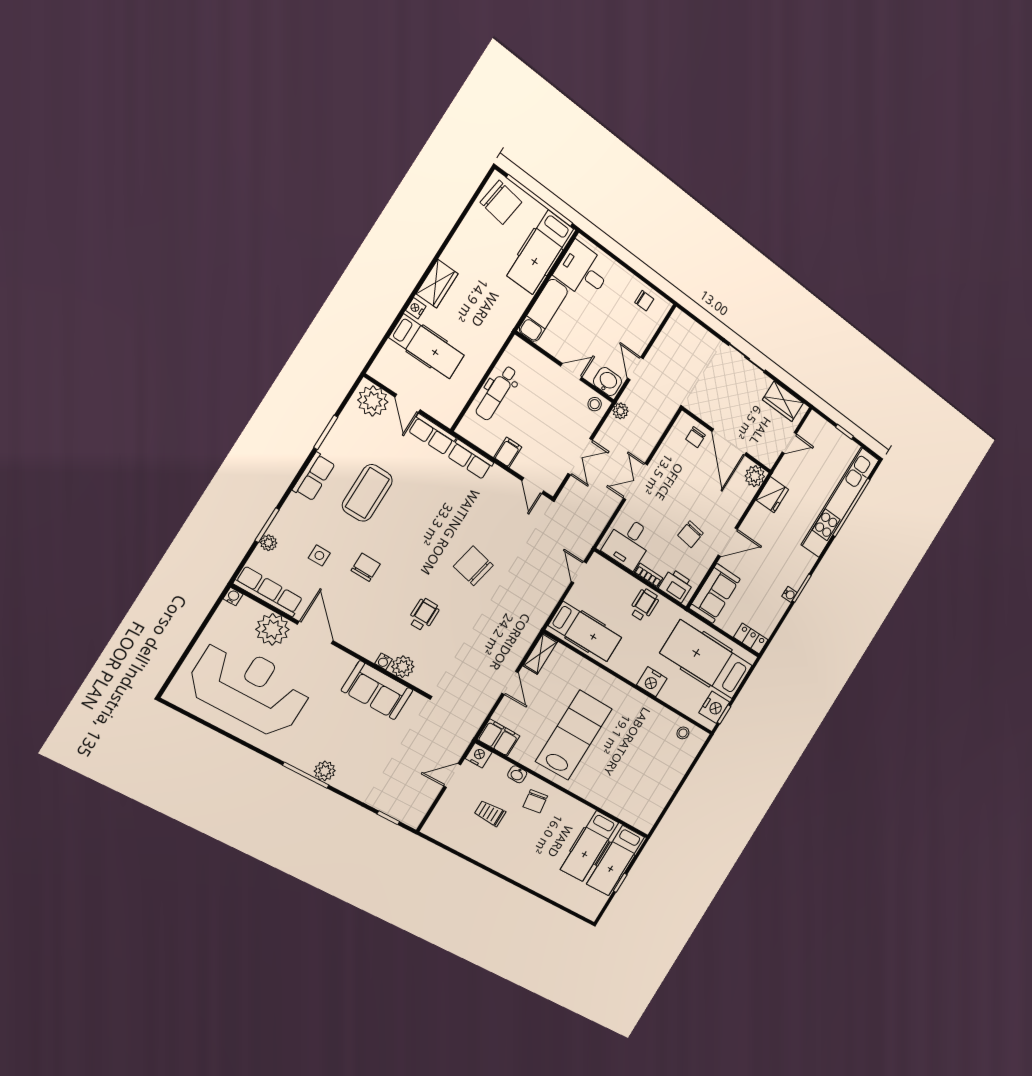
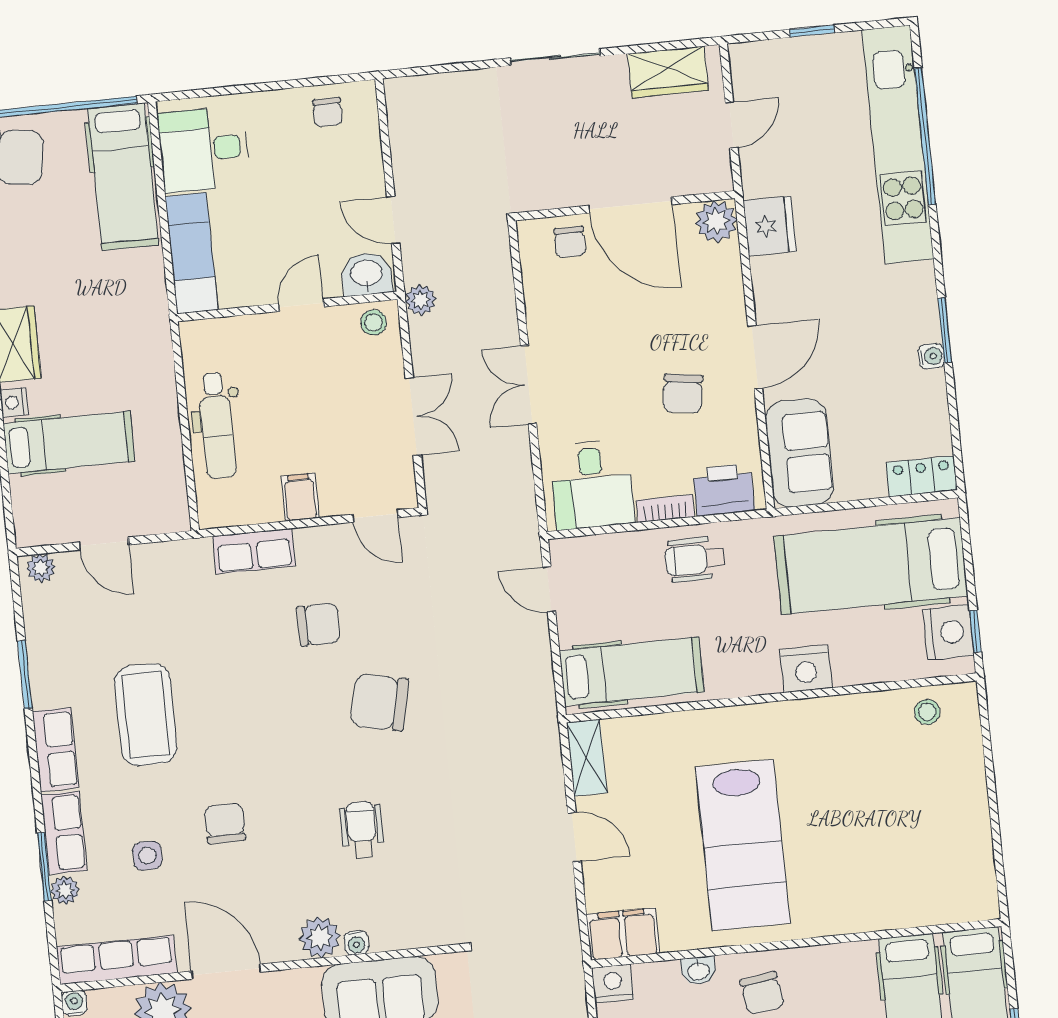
chair: (644, 301) -> (328, 112), turned 90
plant: (373, 401) -> (41, 568), width x0.53, depth x0.53
row of seats: (432, 434) -> (64, 833), moved, turned -90
chair: (473, 513) -> (318, 625), added
wheelchair: (644, 605) -> (695, 559), turned -90
plant: (403, 667) -> (320, 937), moved
lab bench: (574, 735) -> (743, 845), turned 180

